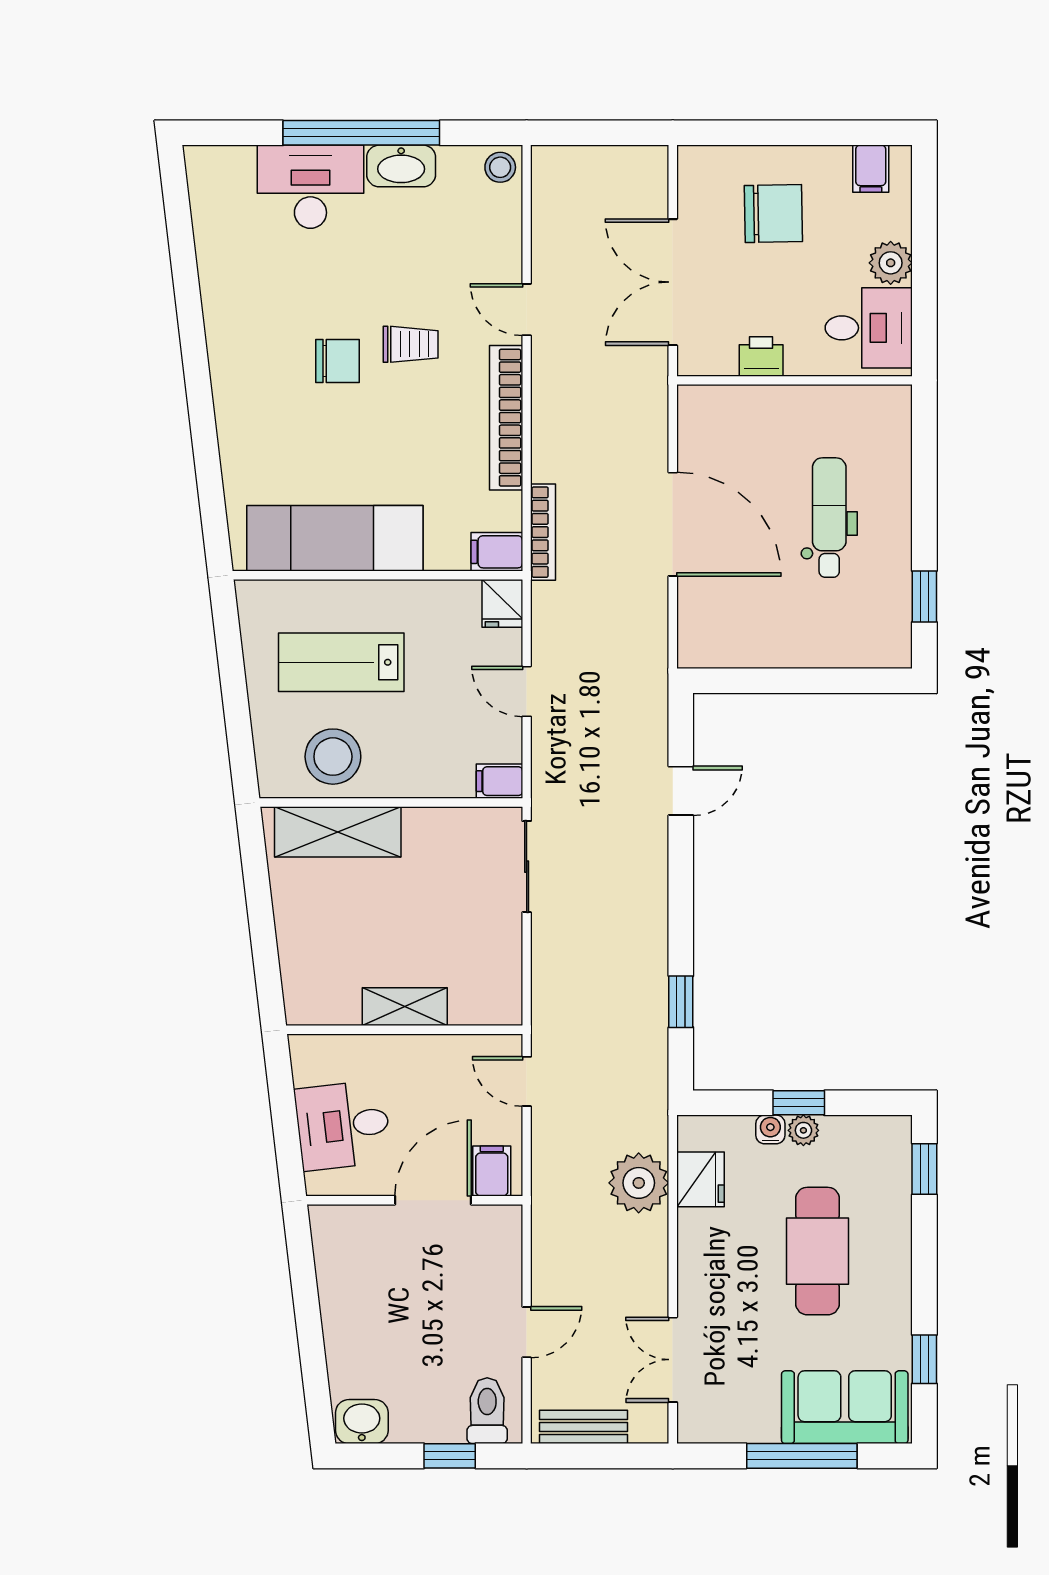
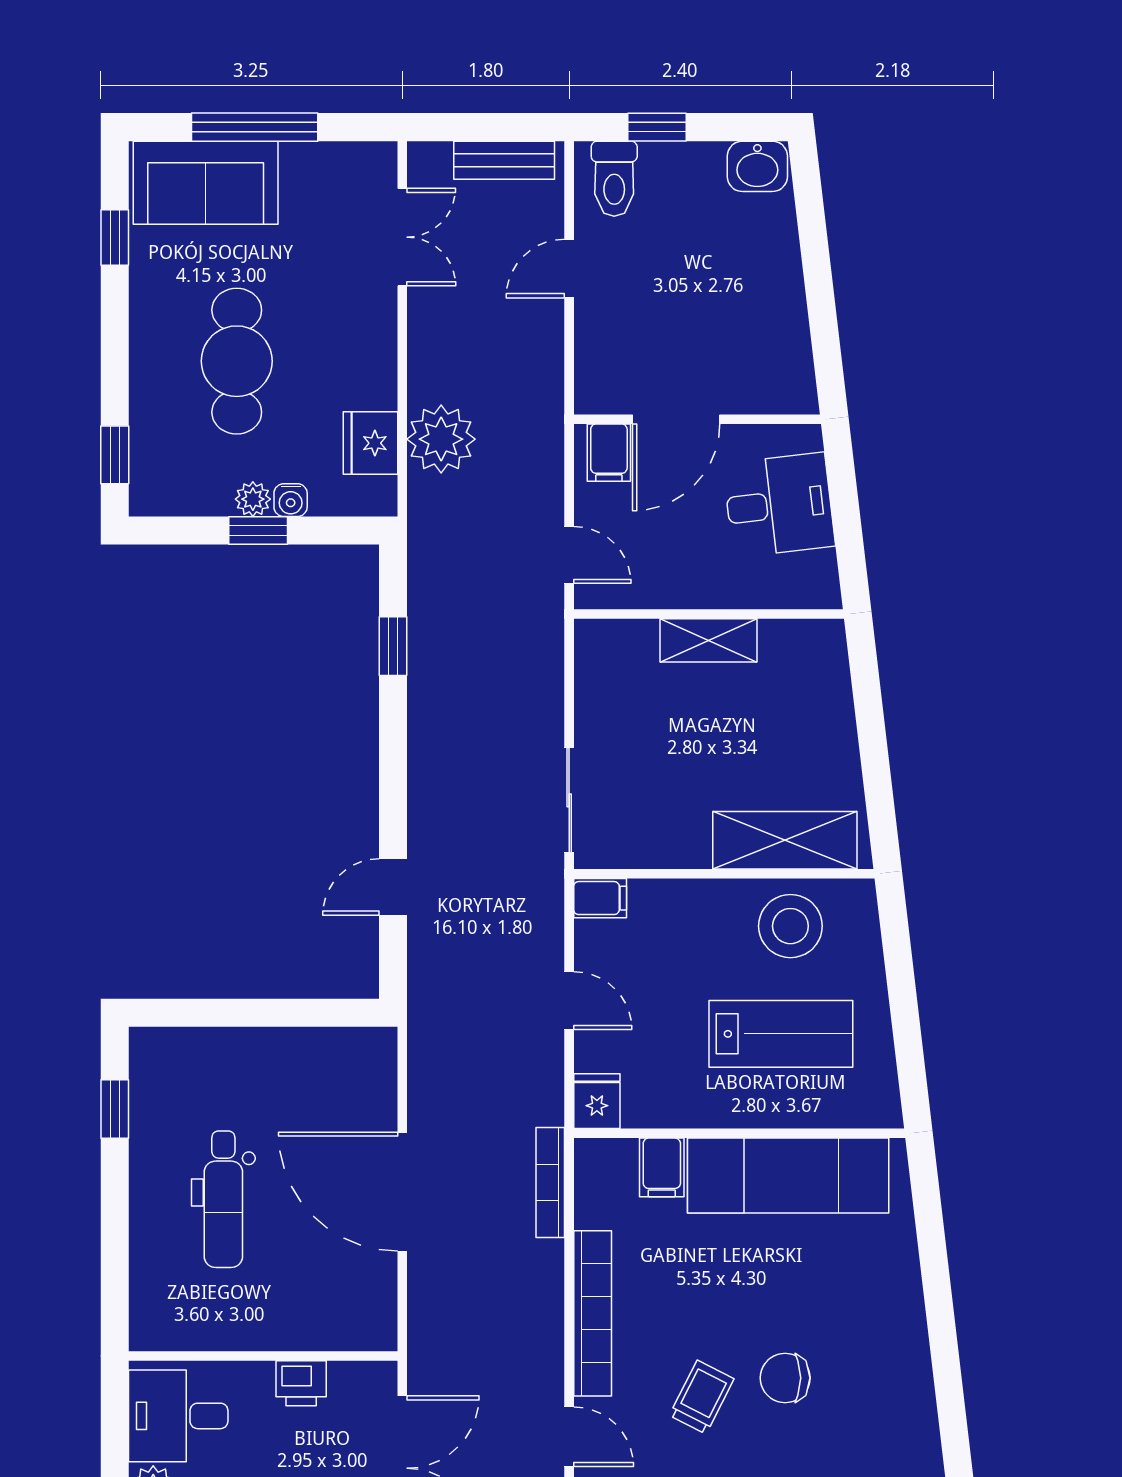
trolley: (411, 344) -> (702, 1397), turned 117
filing cabinet: (497, 552) -> (662, 1167), moved, turned 90

